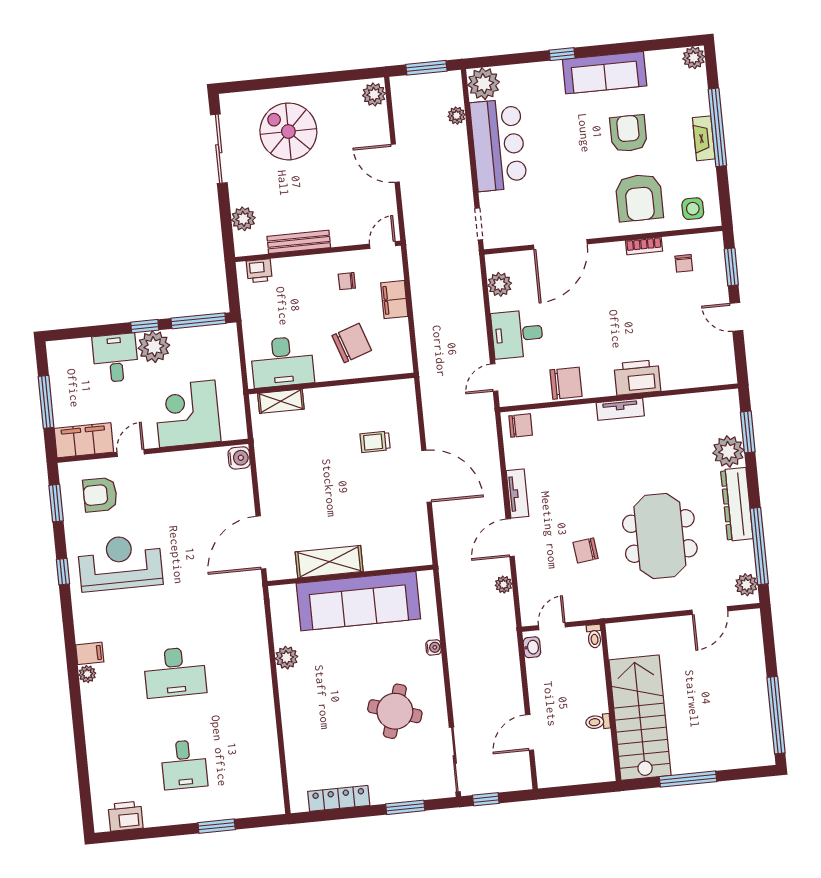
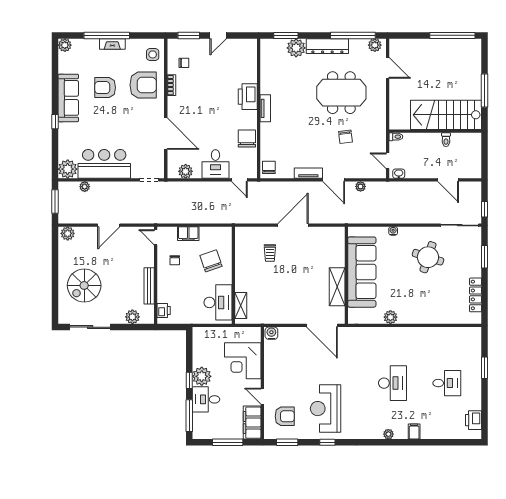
window: (198, 321) -> (189, 416), moved
armchair: (100, 495) -> (285, 416), turned -90
filing cabinet: (90, 653) -> (414, 431), moved

